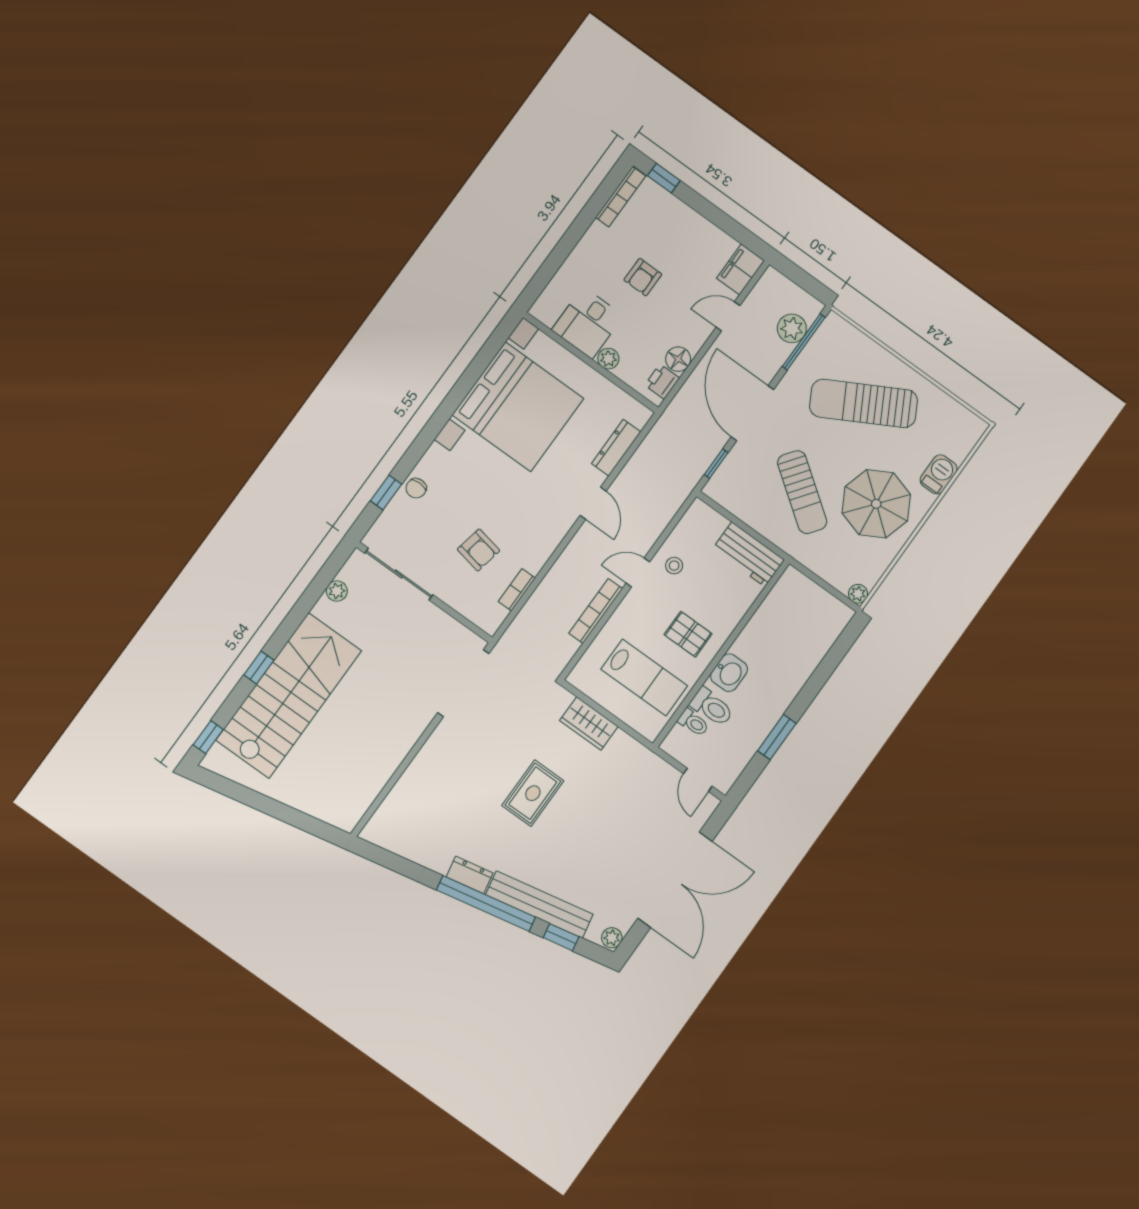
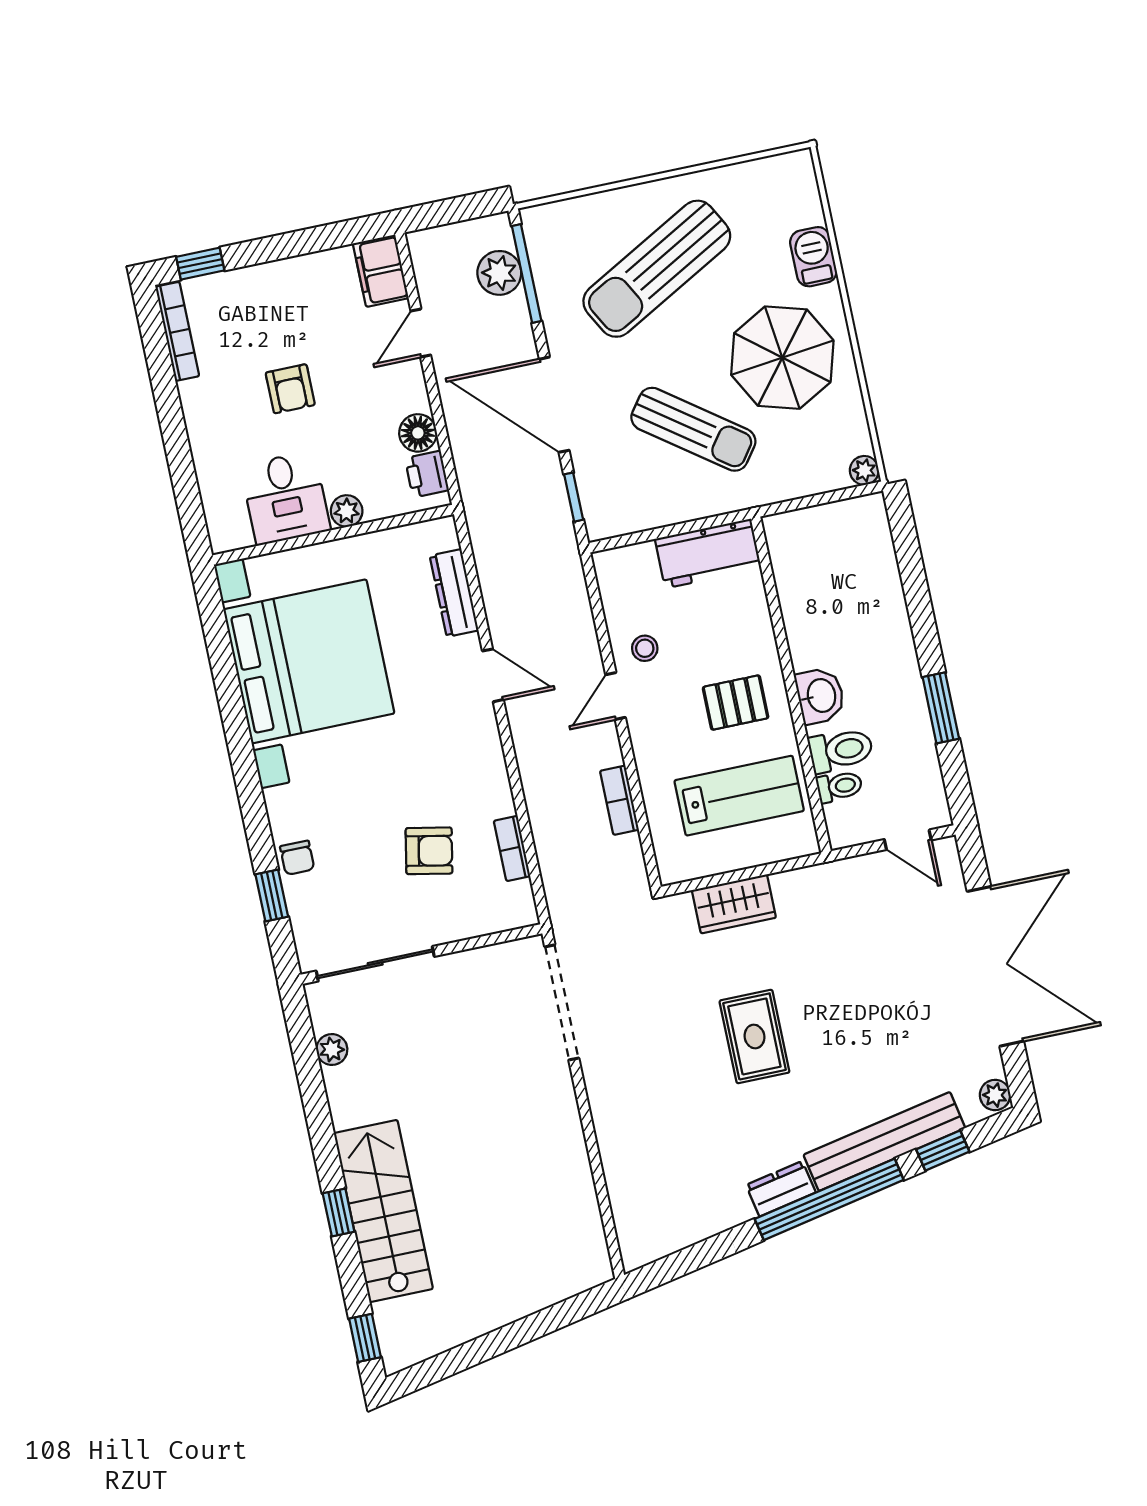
bookcase: (596, 611) -> (619, 800), width x0.64
stairs: (289, 695) -> (383, 1211), width x0.73, depth x0.66

